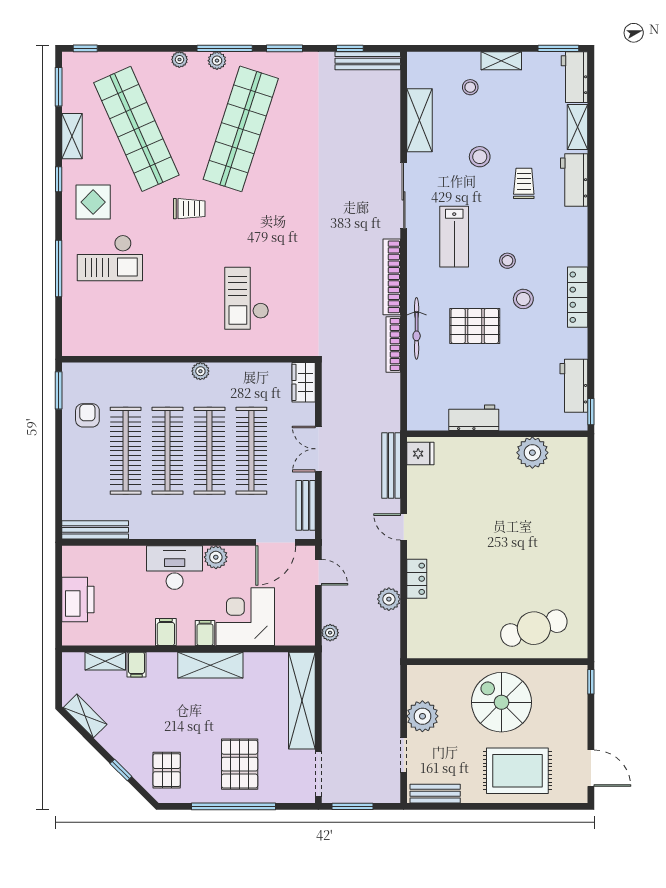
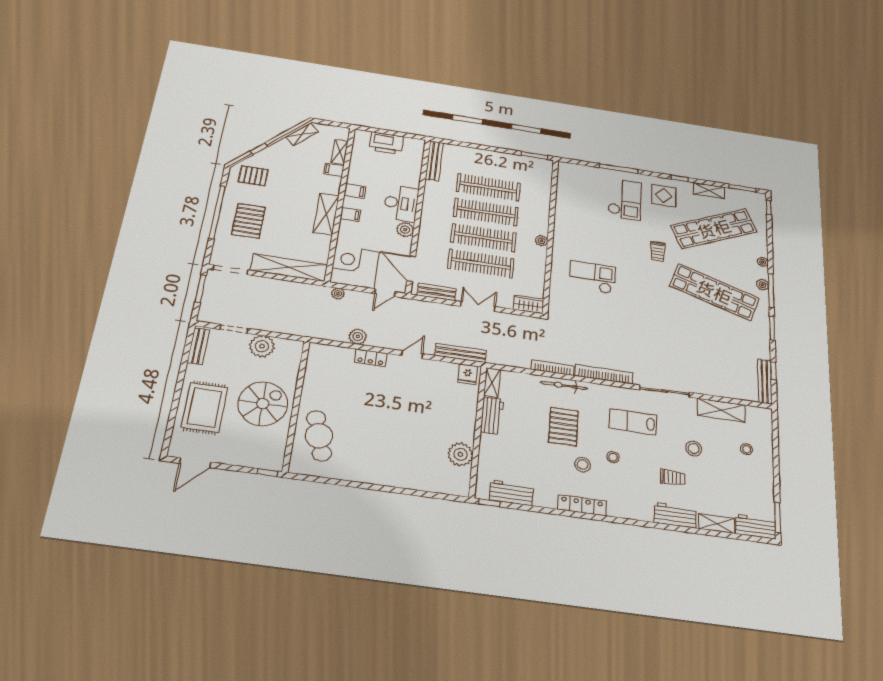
shelving: (501, 61) -> (492, 382), moved
checkout: (110, 258) -> (625, 199), turned 180
armchair: (87, 415) -> (516, 169), removed
corner desk: (245, 617) -> (355, 267), moved, turned -90
pallet: (240, 764) -> (249, 221), turned 90

